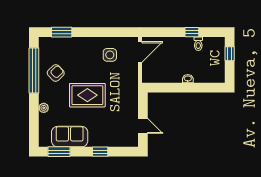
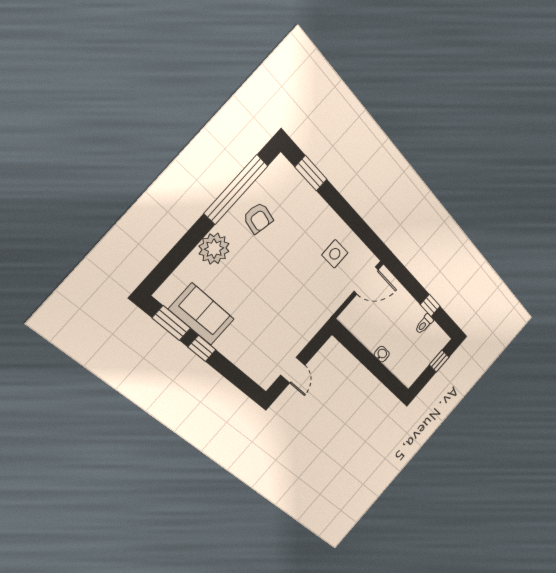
armchair: (56, 73) -> (258, 218), turned 56
rug: (87, 95) -> (268, 280), removed
plant: (44, 108) -> (214, 249), width x1.87, depth x1.87
window: (100, 152) -> (202, 348), moved

